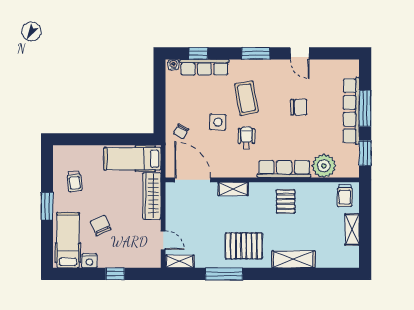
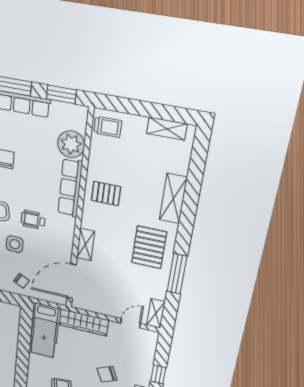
shelving: (352, 230) -> (167, 129), moved

